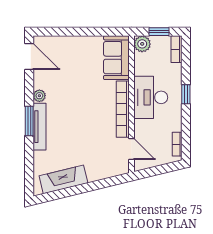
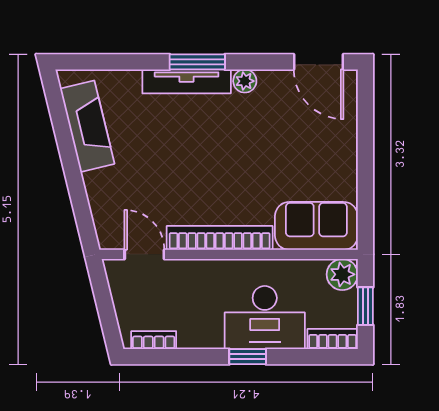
door: (29, 57) -> (319, 62), hinge flipped
desk: (151, 97) -> (265, 318), moved, turned 180
door: (132, 149) -> (144, 254), swing flipped

